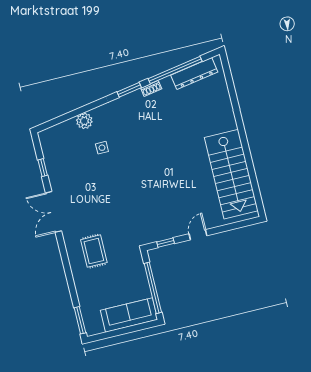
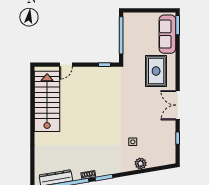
double door: (53, 212) -> (178, 105), swing flipped
door: (198, 235) -> (66, 65), moved
rug: (94, 251) -> (156, 71), width x1.36, depth x1.43
sofa: (129, 315) -> (167, 34), moved, turned 90

